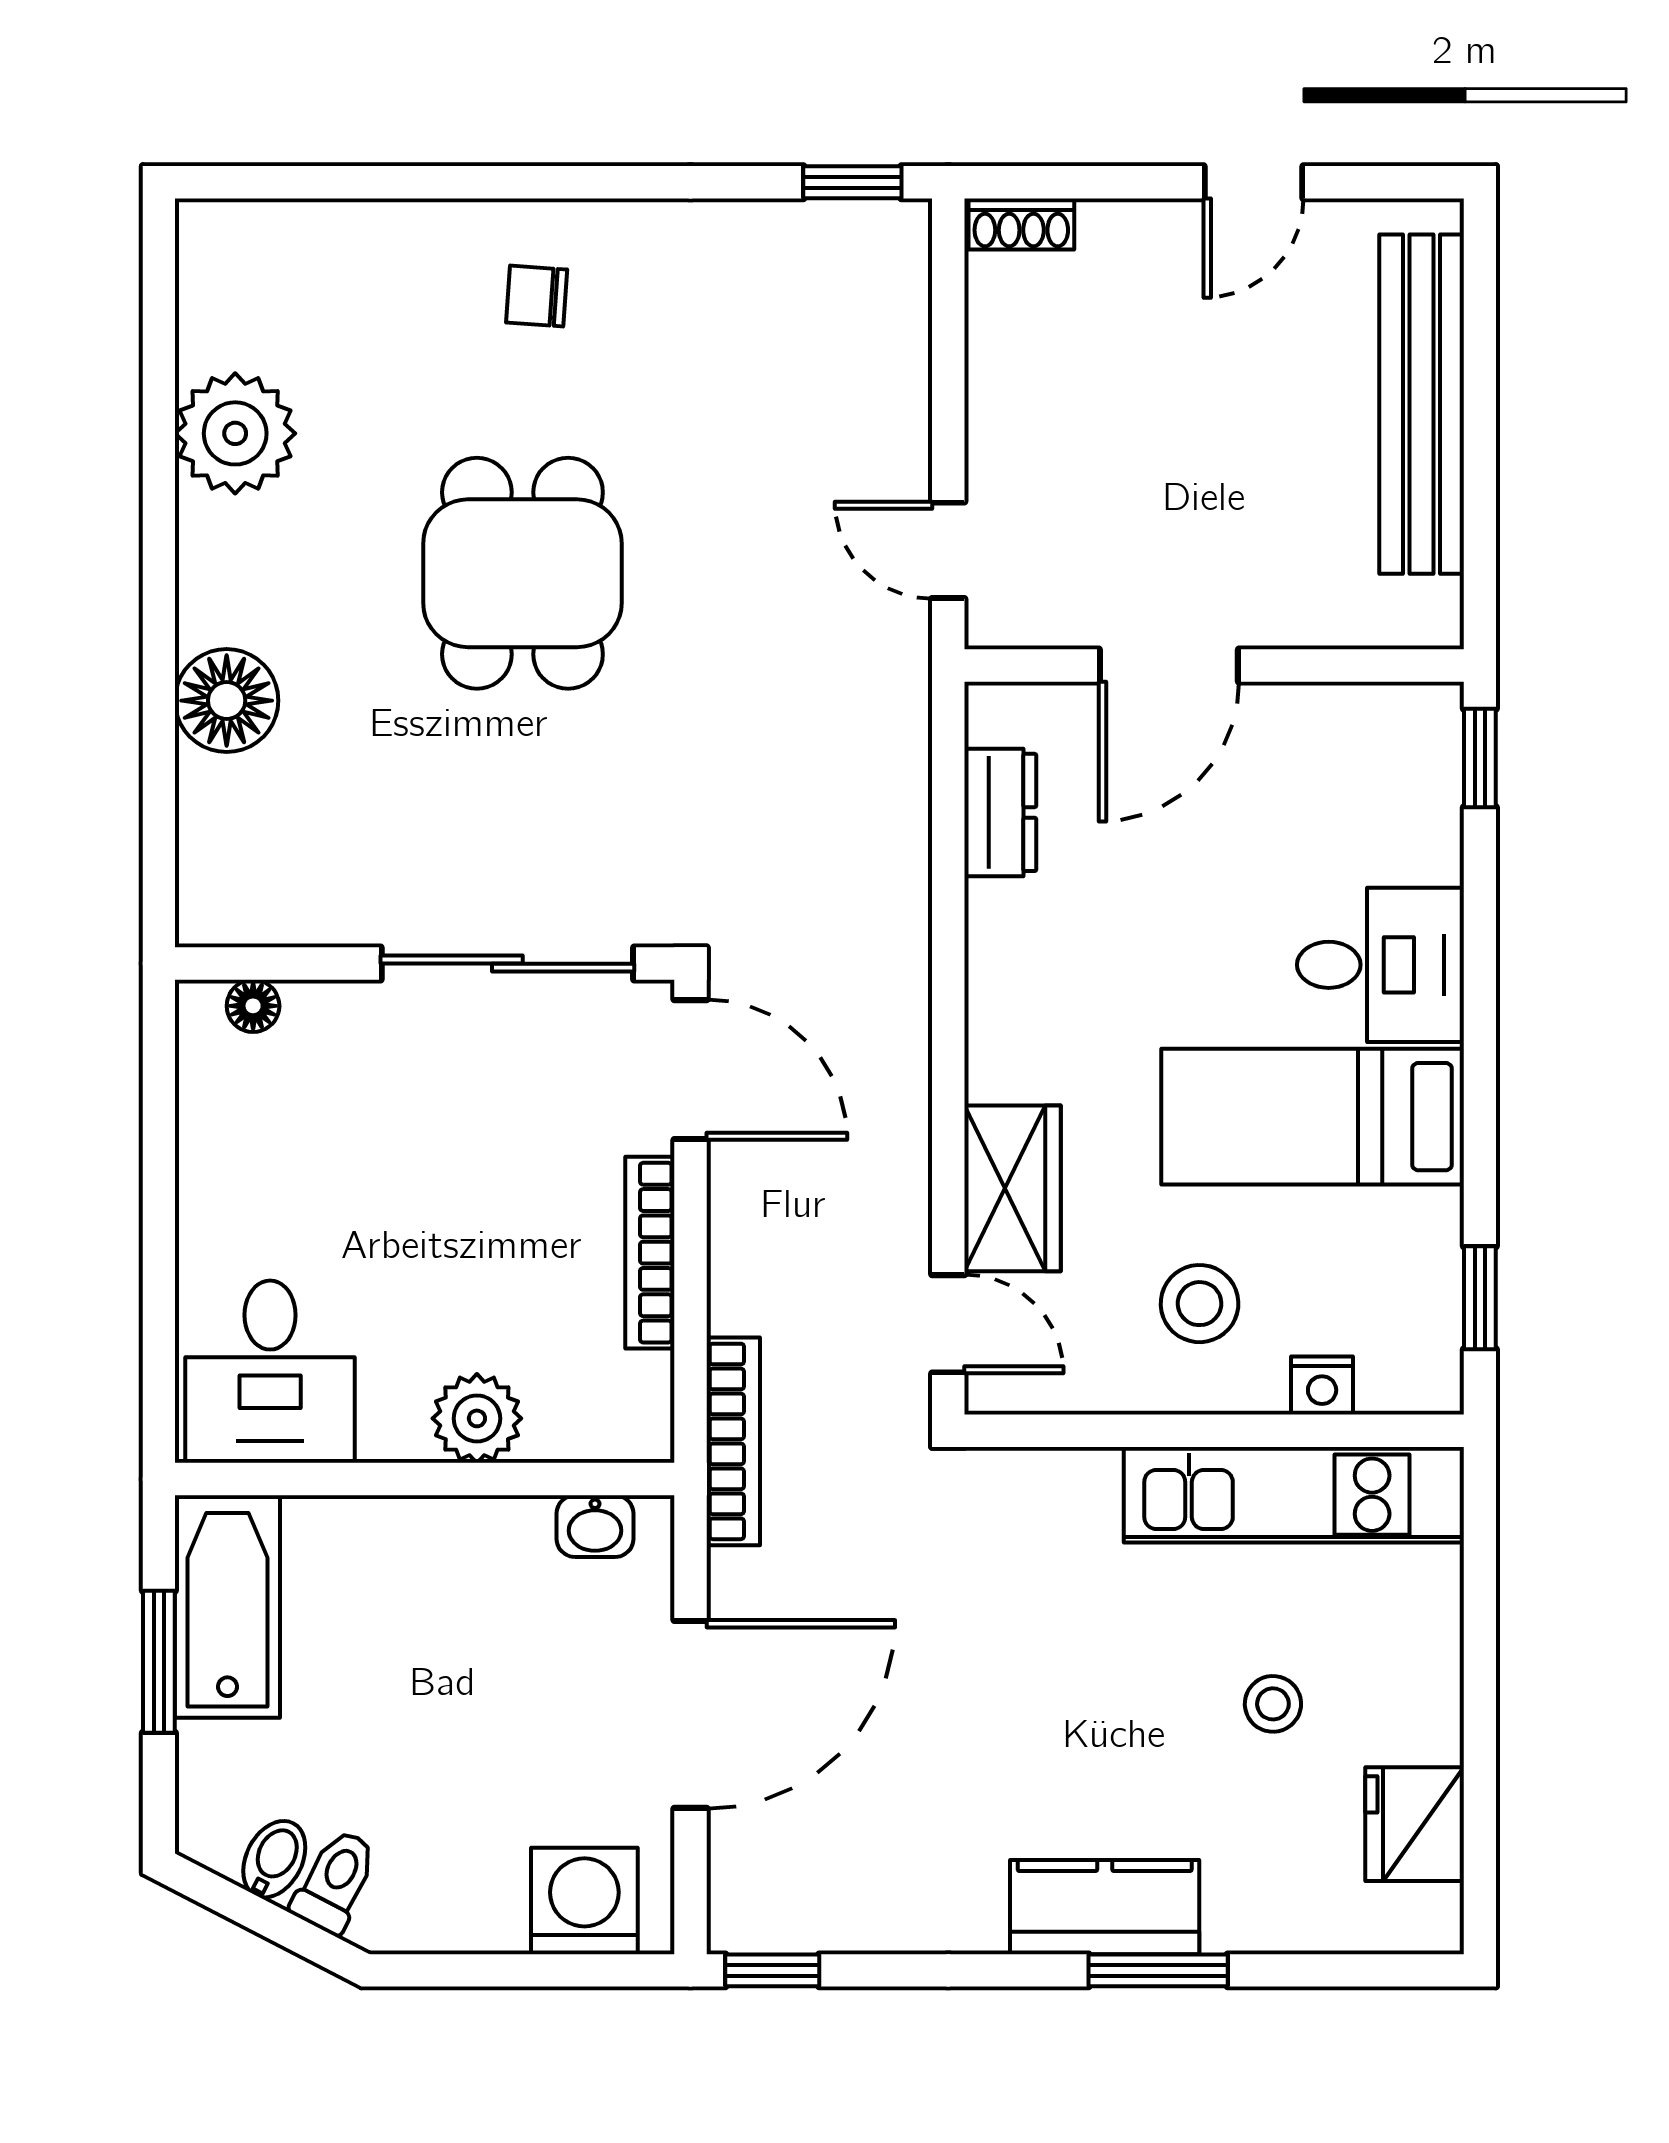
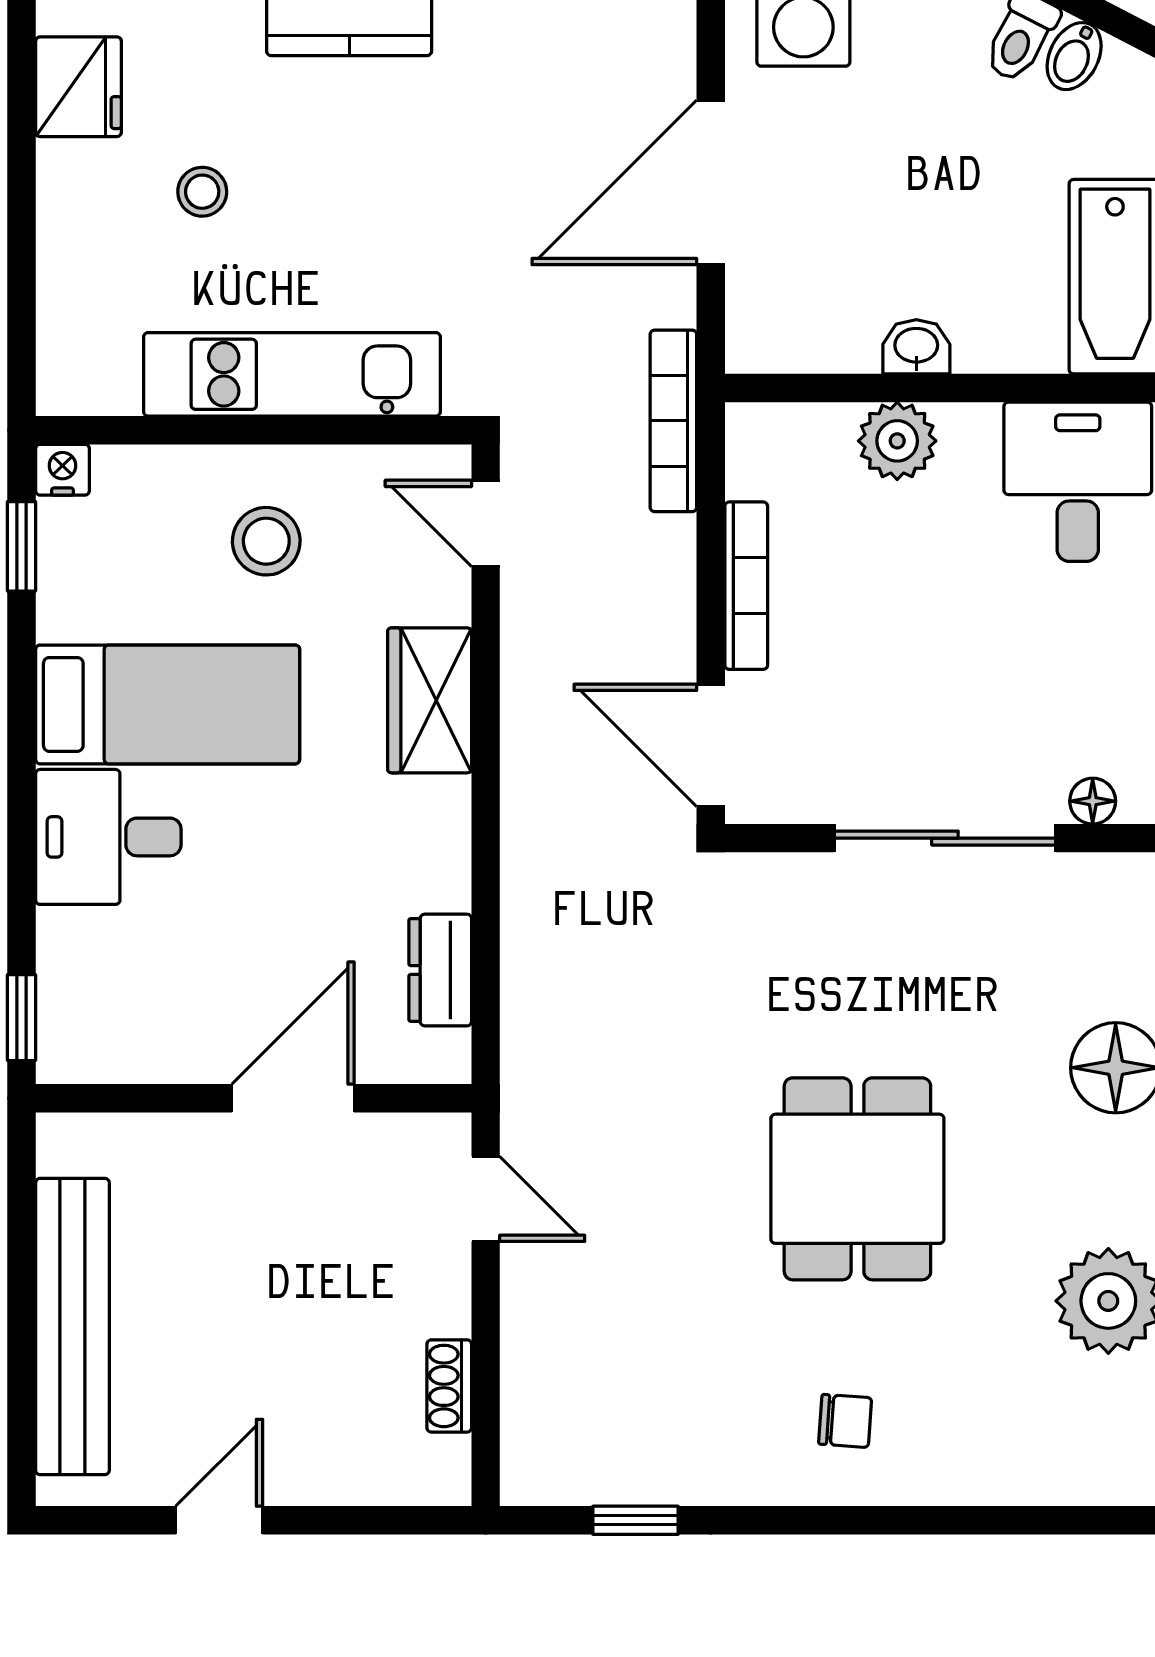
window: (852, 182) -> (636, 1520), moved
shoe rack: (1021, 224) -> (449, 1386), moved, turned -90
sliding door: (507, 964) -> (945, 838), moved
wardrobe: (1013, 1188) -> (430, 700), moved
nightstand: (1322, 1385) -> (62, 470), moved
kitchen unit: (1294, 1495) -> (292, 374), moved
washbasin: (595, 1526) -> (916, 347), moved

